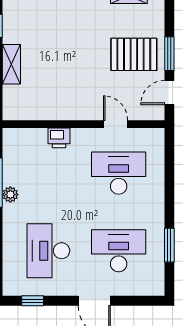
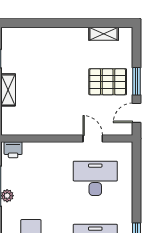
printer: (59, 138) -> (13, 150), moved

